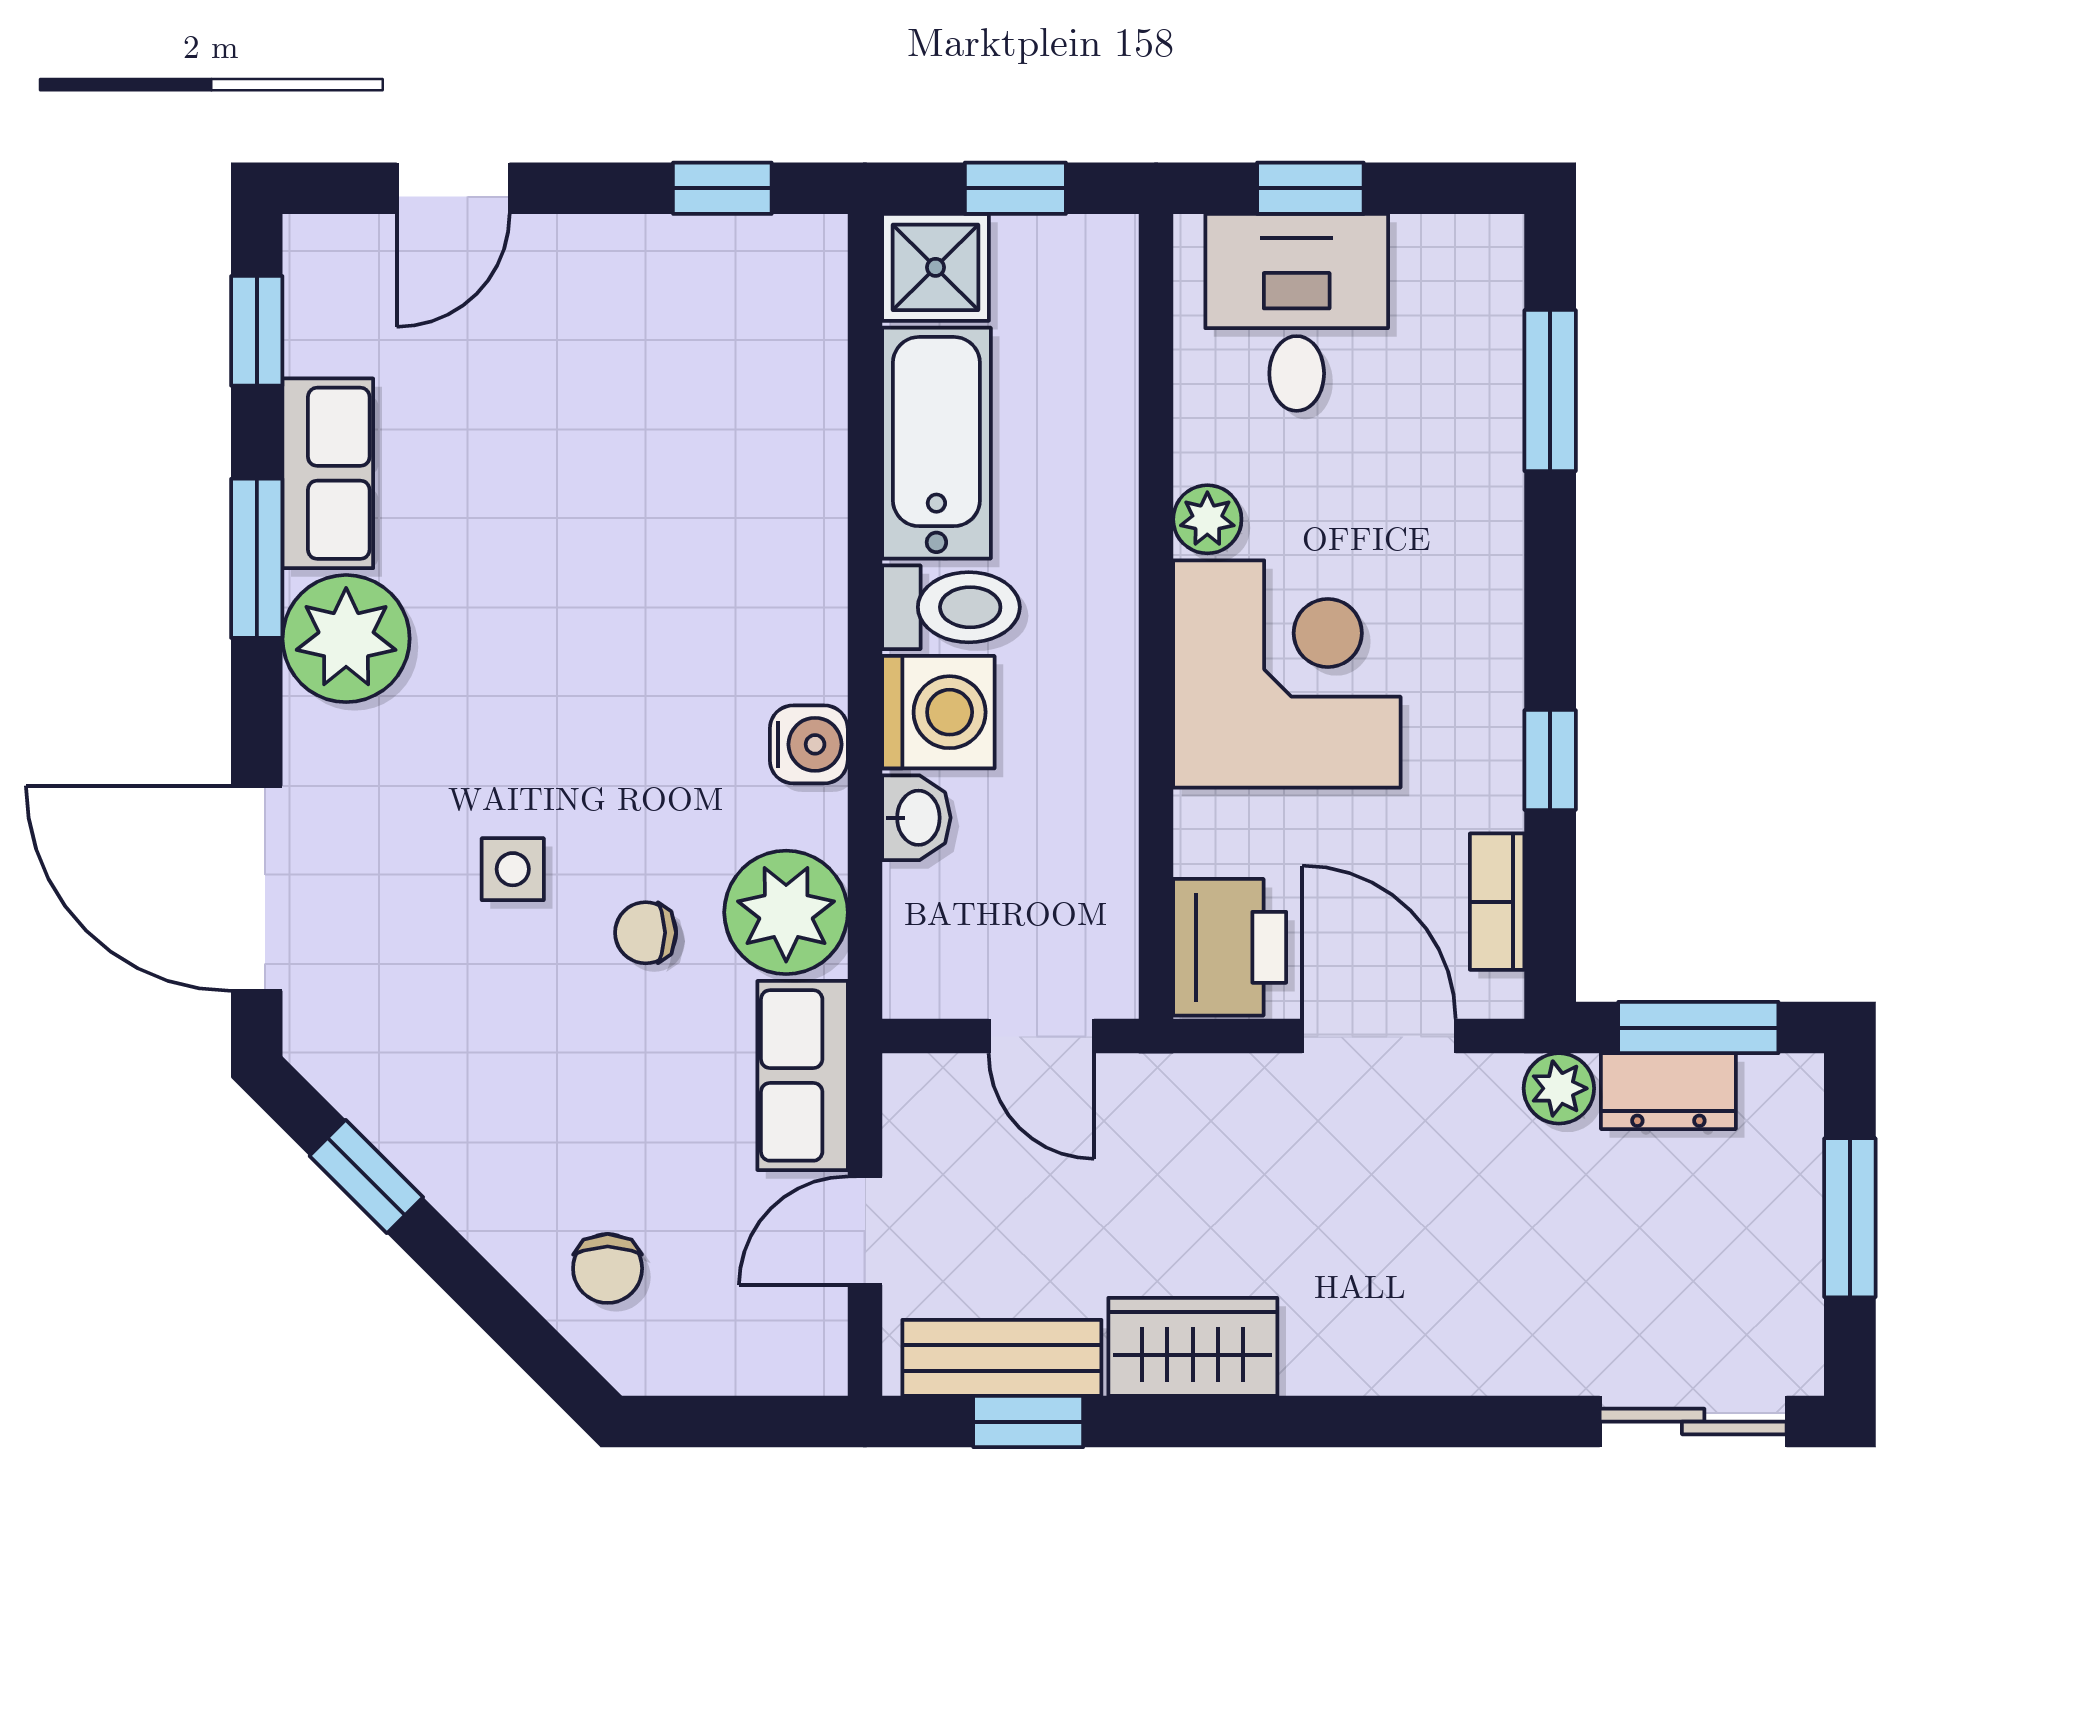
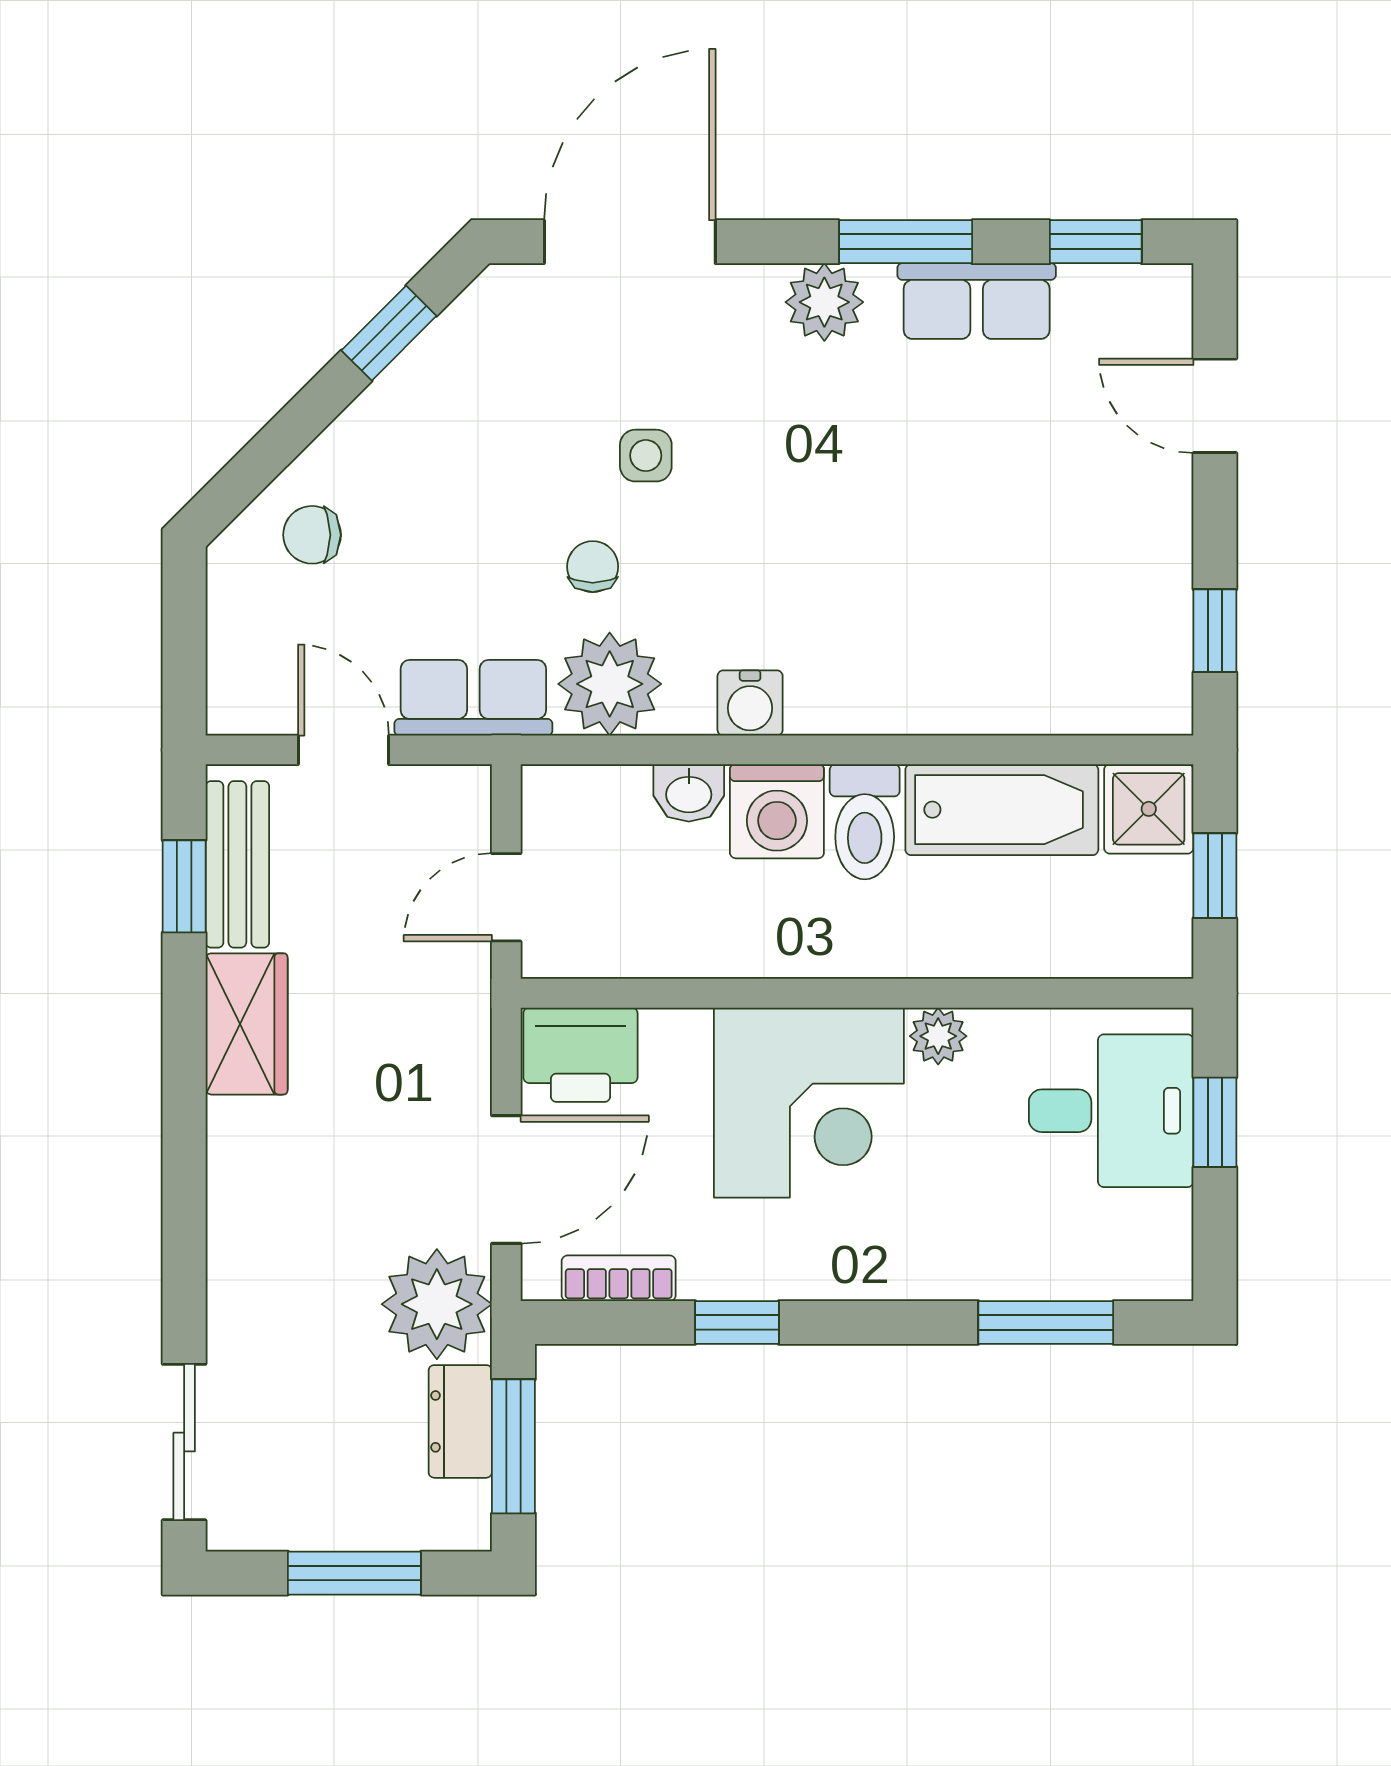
plant: (346, 639) -> (824, 302), width x0.73, depth x0.73
plant: (1559, 1088) -> (437, 1304), width x1.88, depth x1.88

